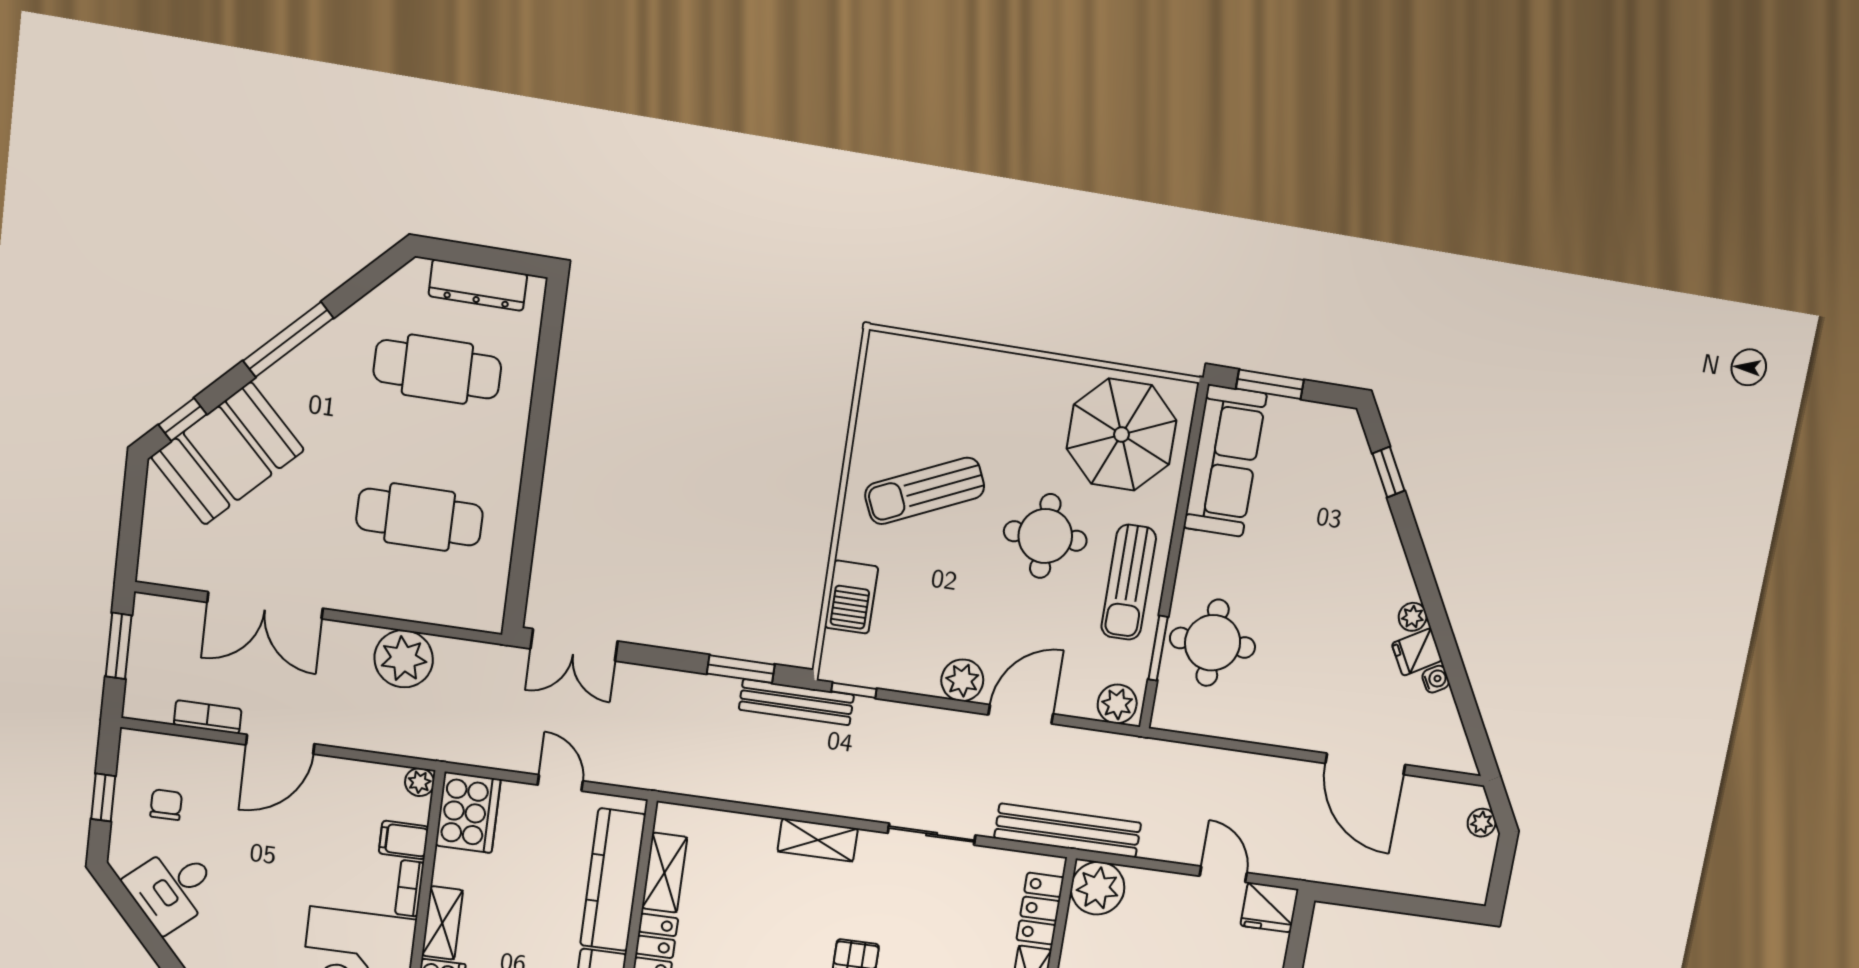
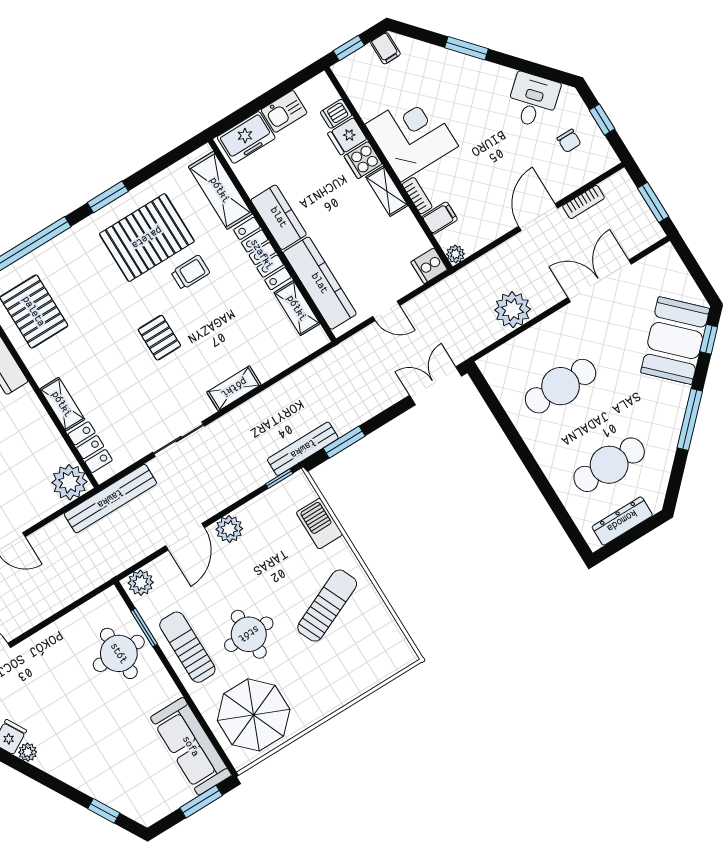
cooker: (468, 812) -> (429, 266), width x0.53, depth x0.76

